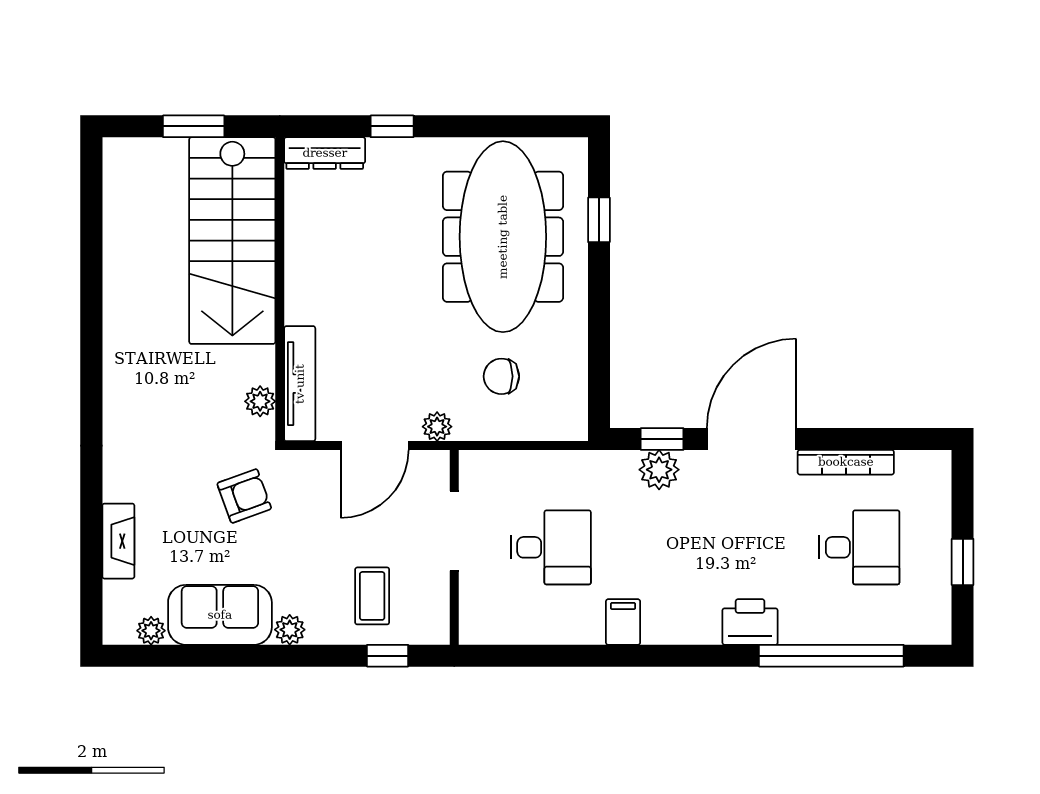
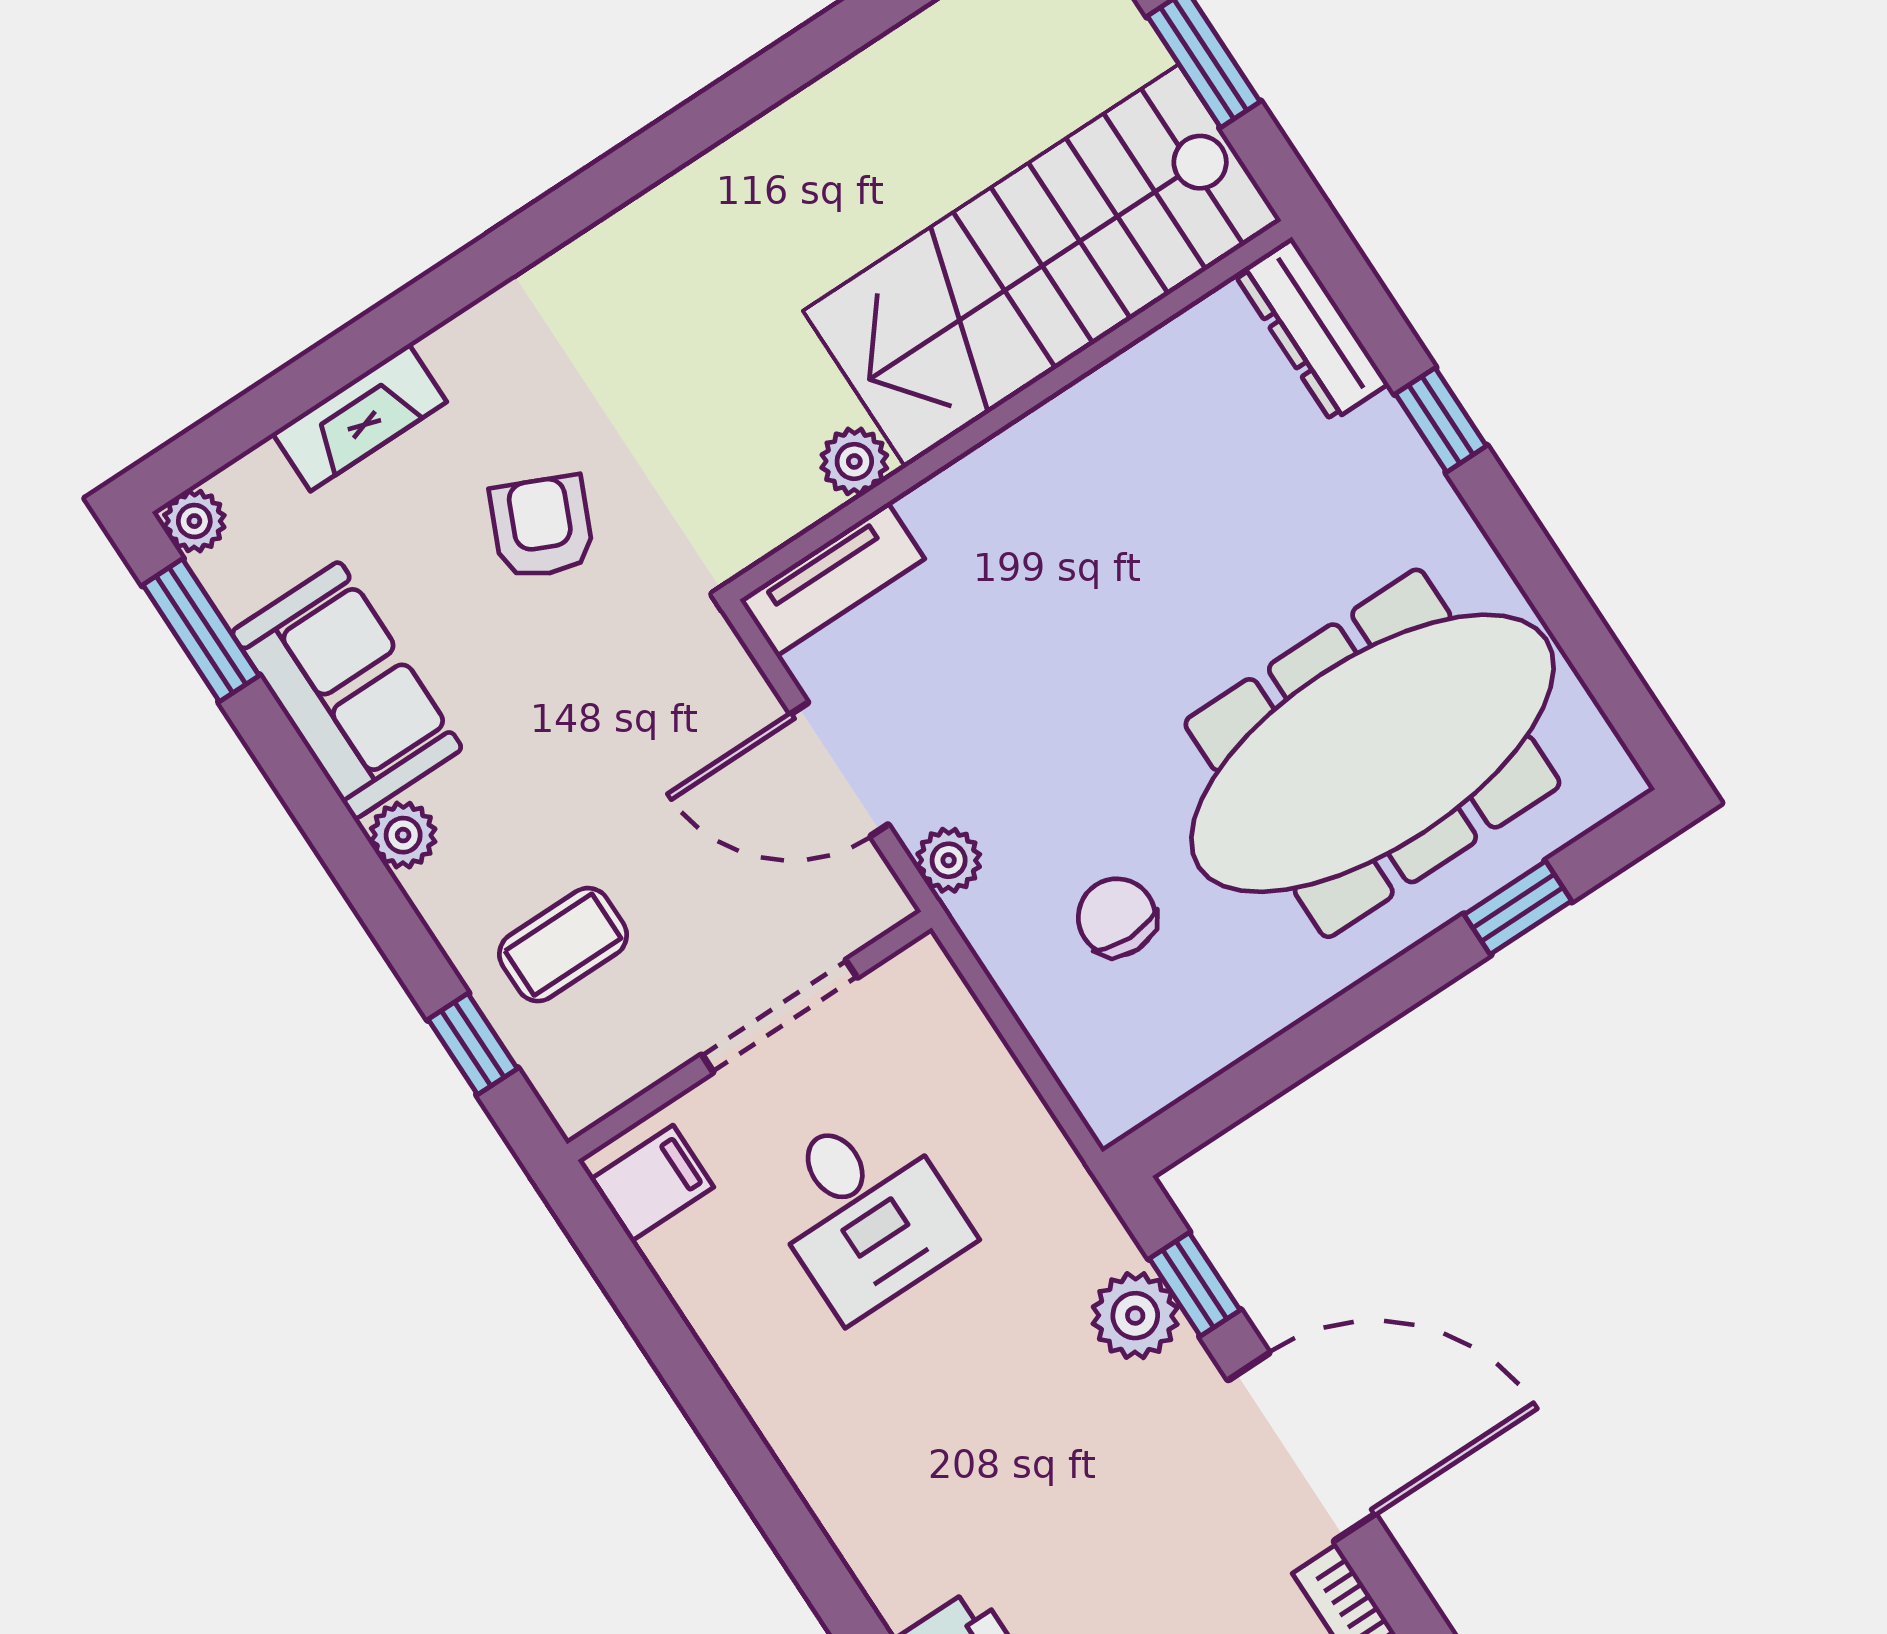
tv unit: (300, 384) -> (832, 579), width x0.71
plant: (260, 401) -> (854, 461), moved
armchair: (244, 496) -> (542, 527), moved, turned -136
filing cabinet: (623, 622) -> (652, 1183), moved
plant: (151, 631) -> (194, 521), moved
window: (160, 656) -> (201, 630), added

